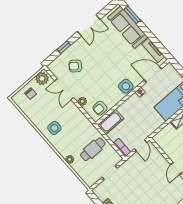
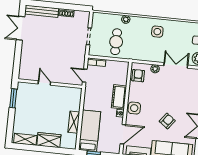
armchair: (75, 66) -> (167, 121), moved
cot: (111, 122) -> (119, 97), moved

